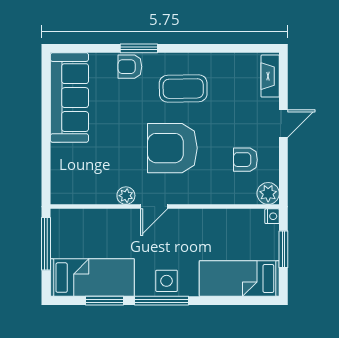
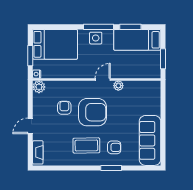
armchair: (130, 67) -> (114, 147), moved
armchair: (245, 160) -> (64, 108), moved, turned -90
window: (46, 244) -> (163, 59), width x0.69
bed: (239, 279) -> (55, 44), width x1.50

